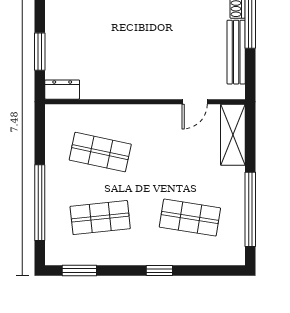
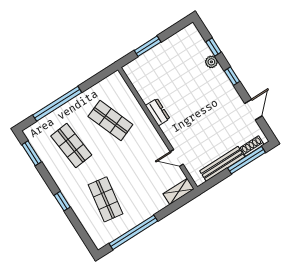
dresser: (62, 90) -> (158, 112), moved
shelving: (233, 135) -> (179, 191), width x0.67, depth x0.75
shop shelf: (100, 152) -> (110, 121), turned -33

